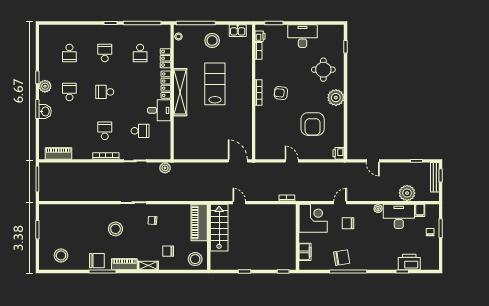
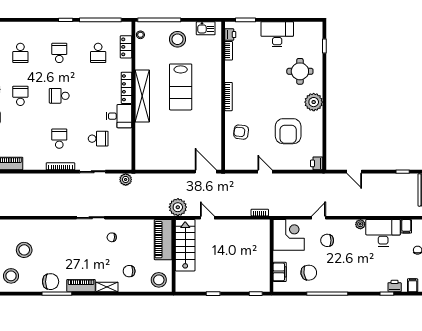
locker: (165, 58) -> (126, 47), moved
lab bench: (215, 84) -> (181, 87), turned 180
armchair: (281, 93) -> (241, 132), moved
plant: (407, 193) -> (178, 207), moved
stool: (116, 229) -> (24, 250), moved
chair: (342, 258) -> (309, 273), moved
printer: (409, 262) -> (395, 286), width x0.53, depth x0.68
filing cabinet: (426, 264) -> (413, 285), added

